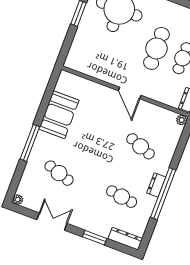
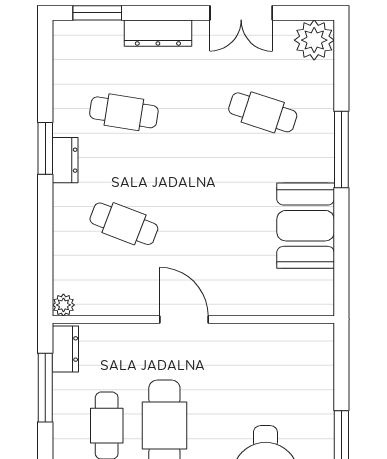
window: (163, 194) -> (45, 148), width x0.47
plant: (18, 200) -> (314, 40), width x1.88, depth x1.88
window: (95, 238) -> (97, 13), moved
dresser: (125, 239) -> (158, 33), moved

